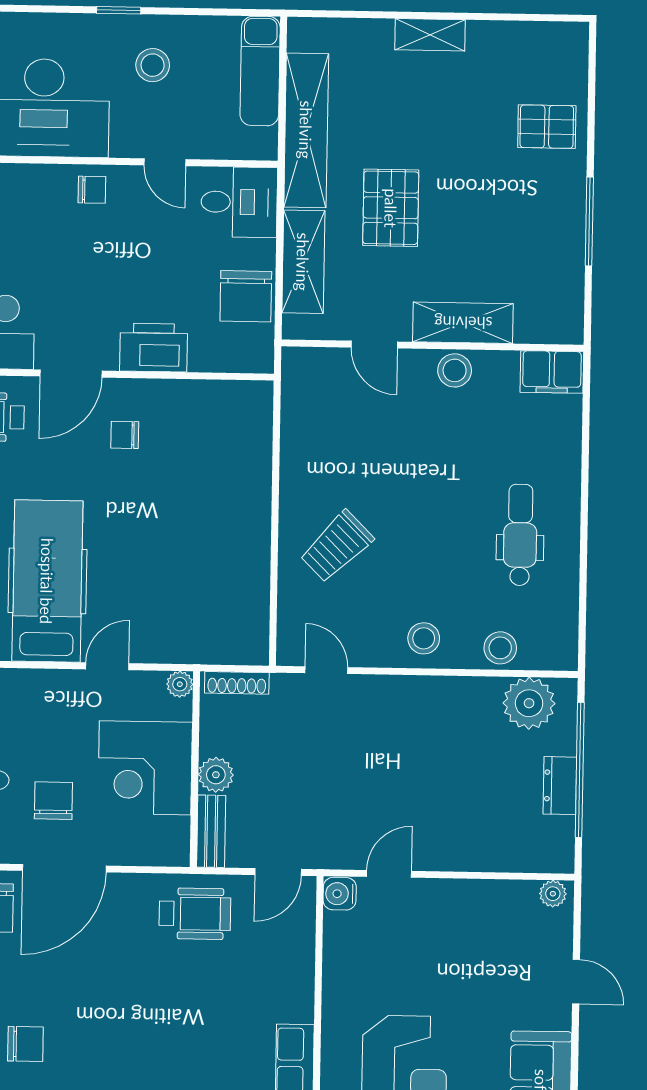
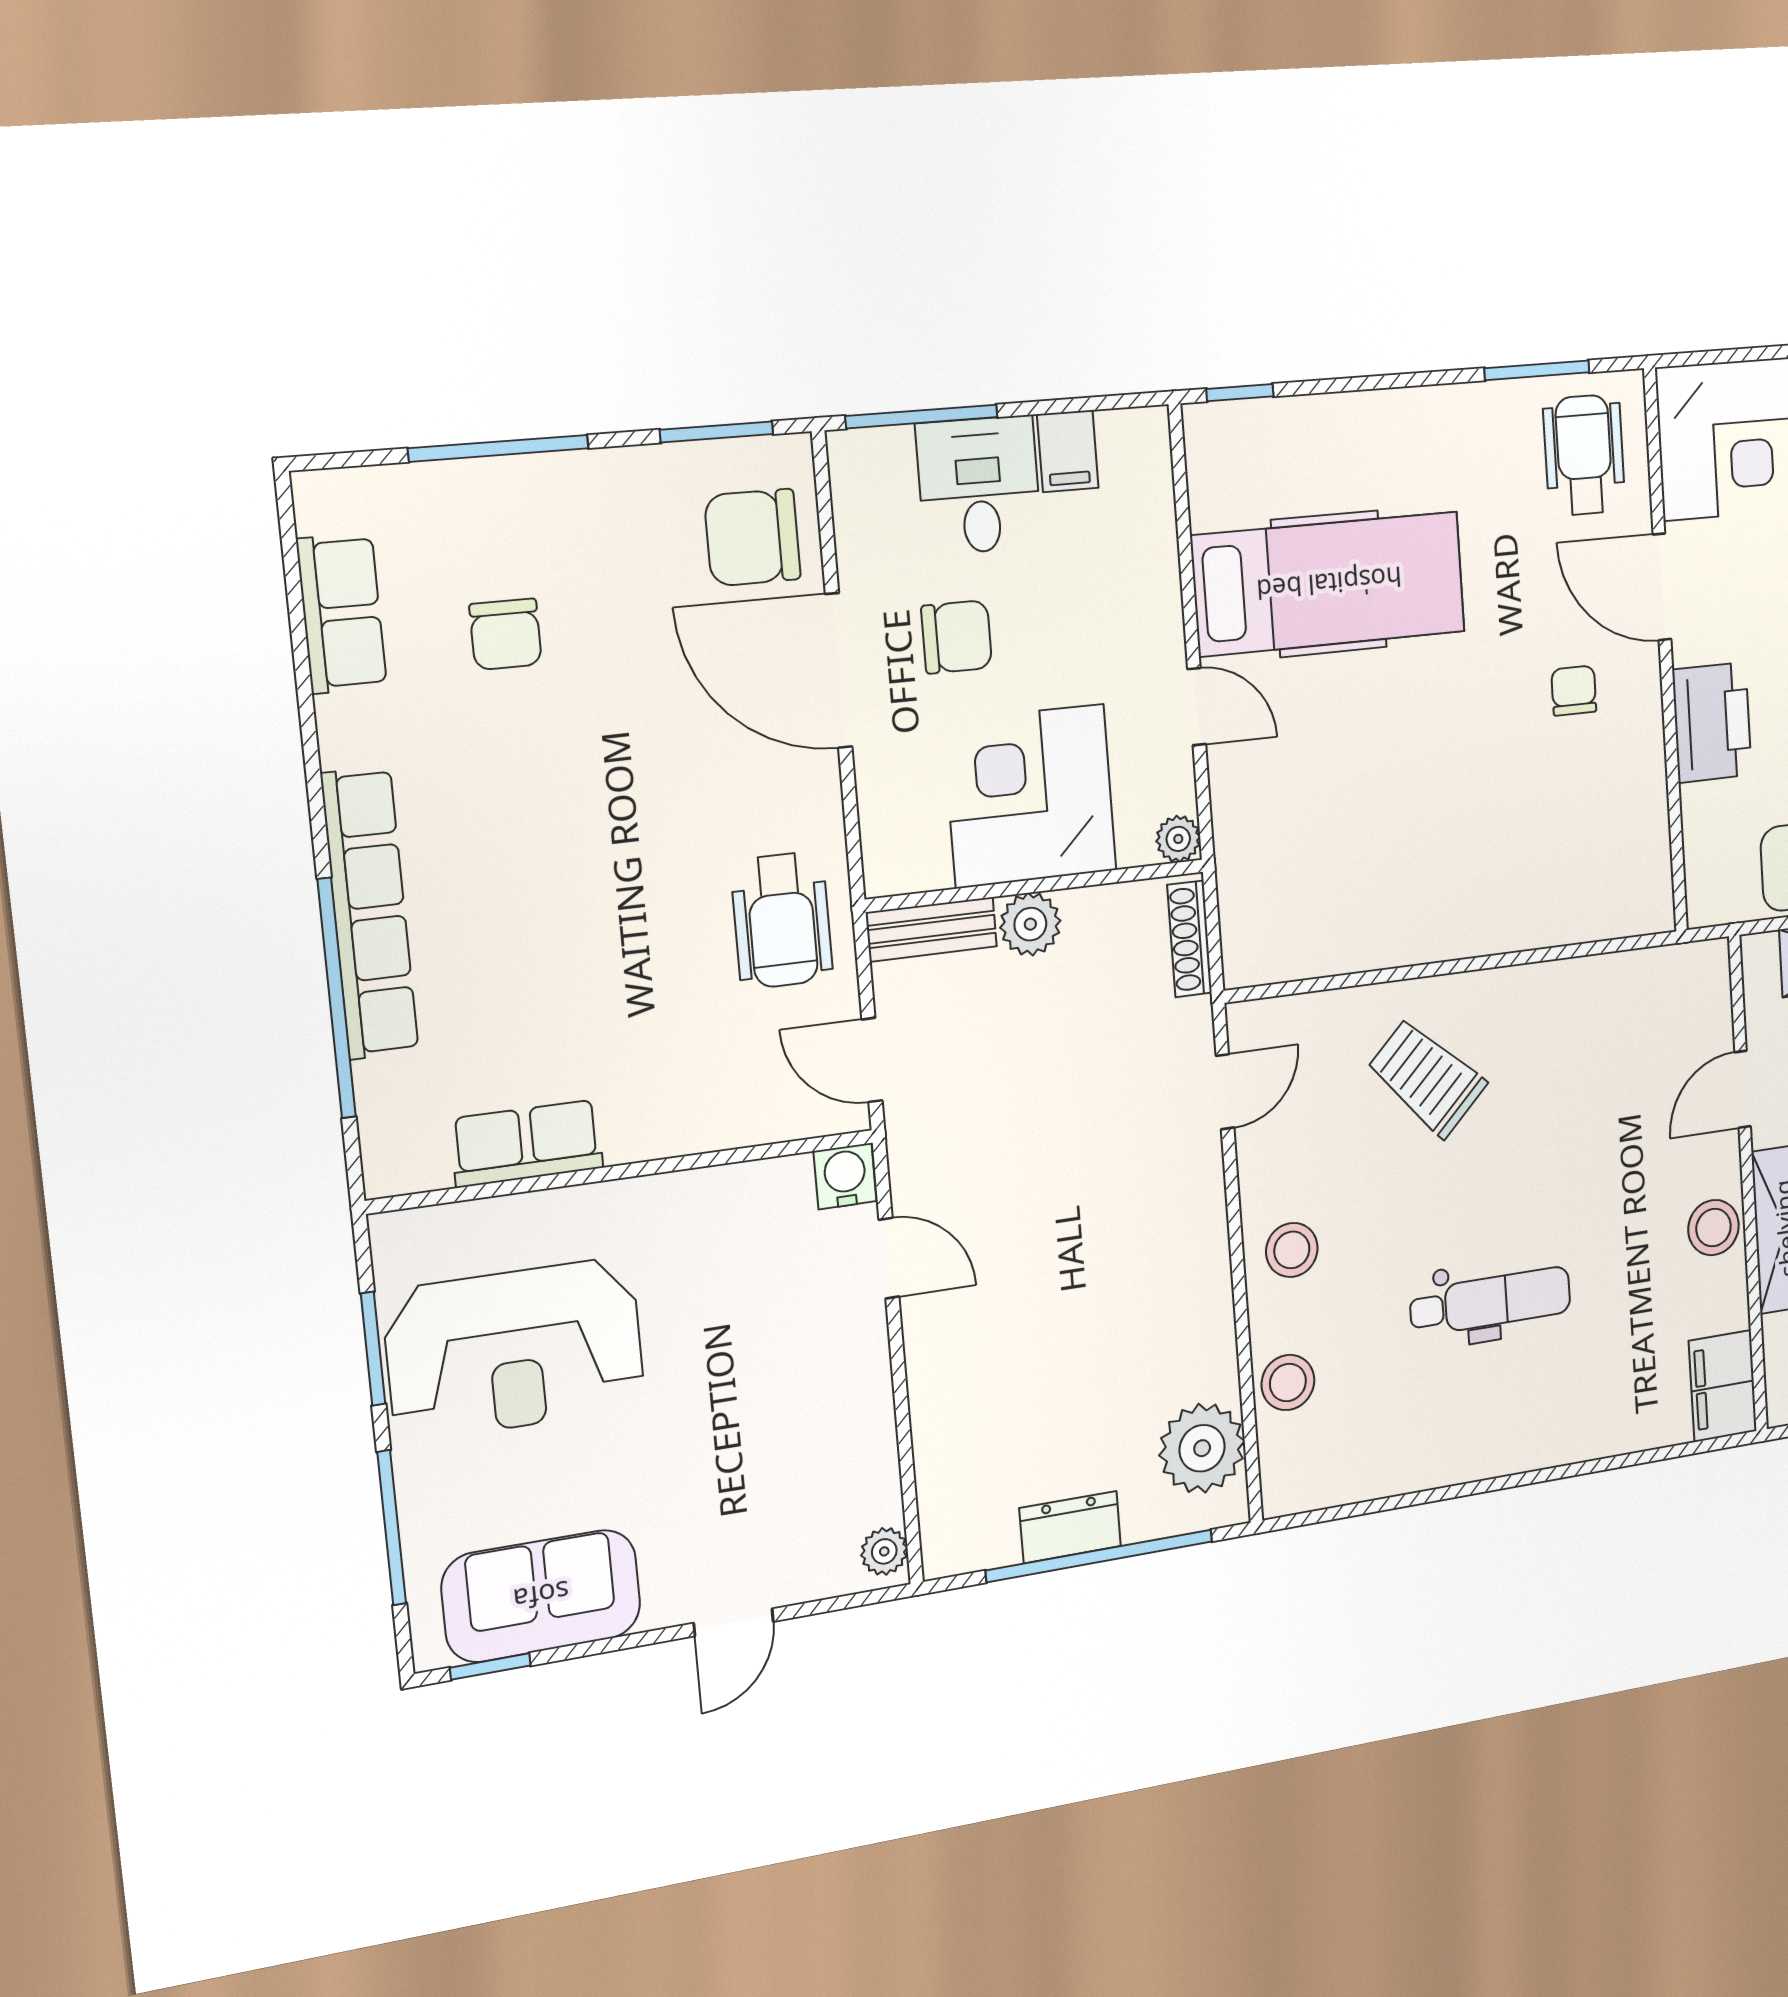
dental chair: (520, 535) -> (1491, 1301), moved

